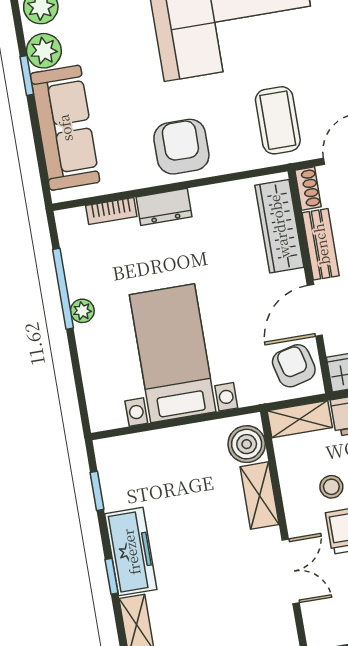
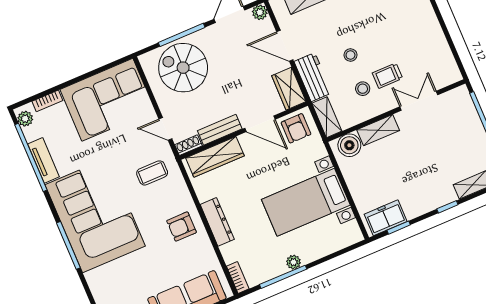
coffee table: (278, 120) -> (152, 173), width x0.73, depth x0.77
armchair: (181, 147) -> (182, 227), width x0.72, depth x0.72
dresser: (164, 207) -> (217, 222), width x1.44
bookcase: (111, 211) -> (238, 278), moved
armchair: (294, 366) -> (296, 128), turned -76
freezer: (131, 552) -> (386, 218), moved, width x0.71

